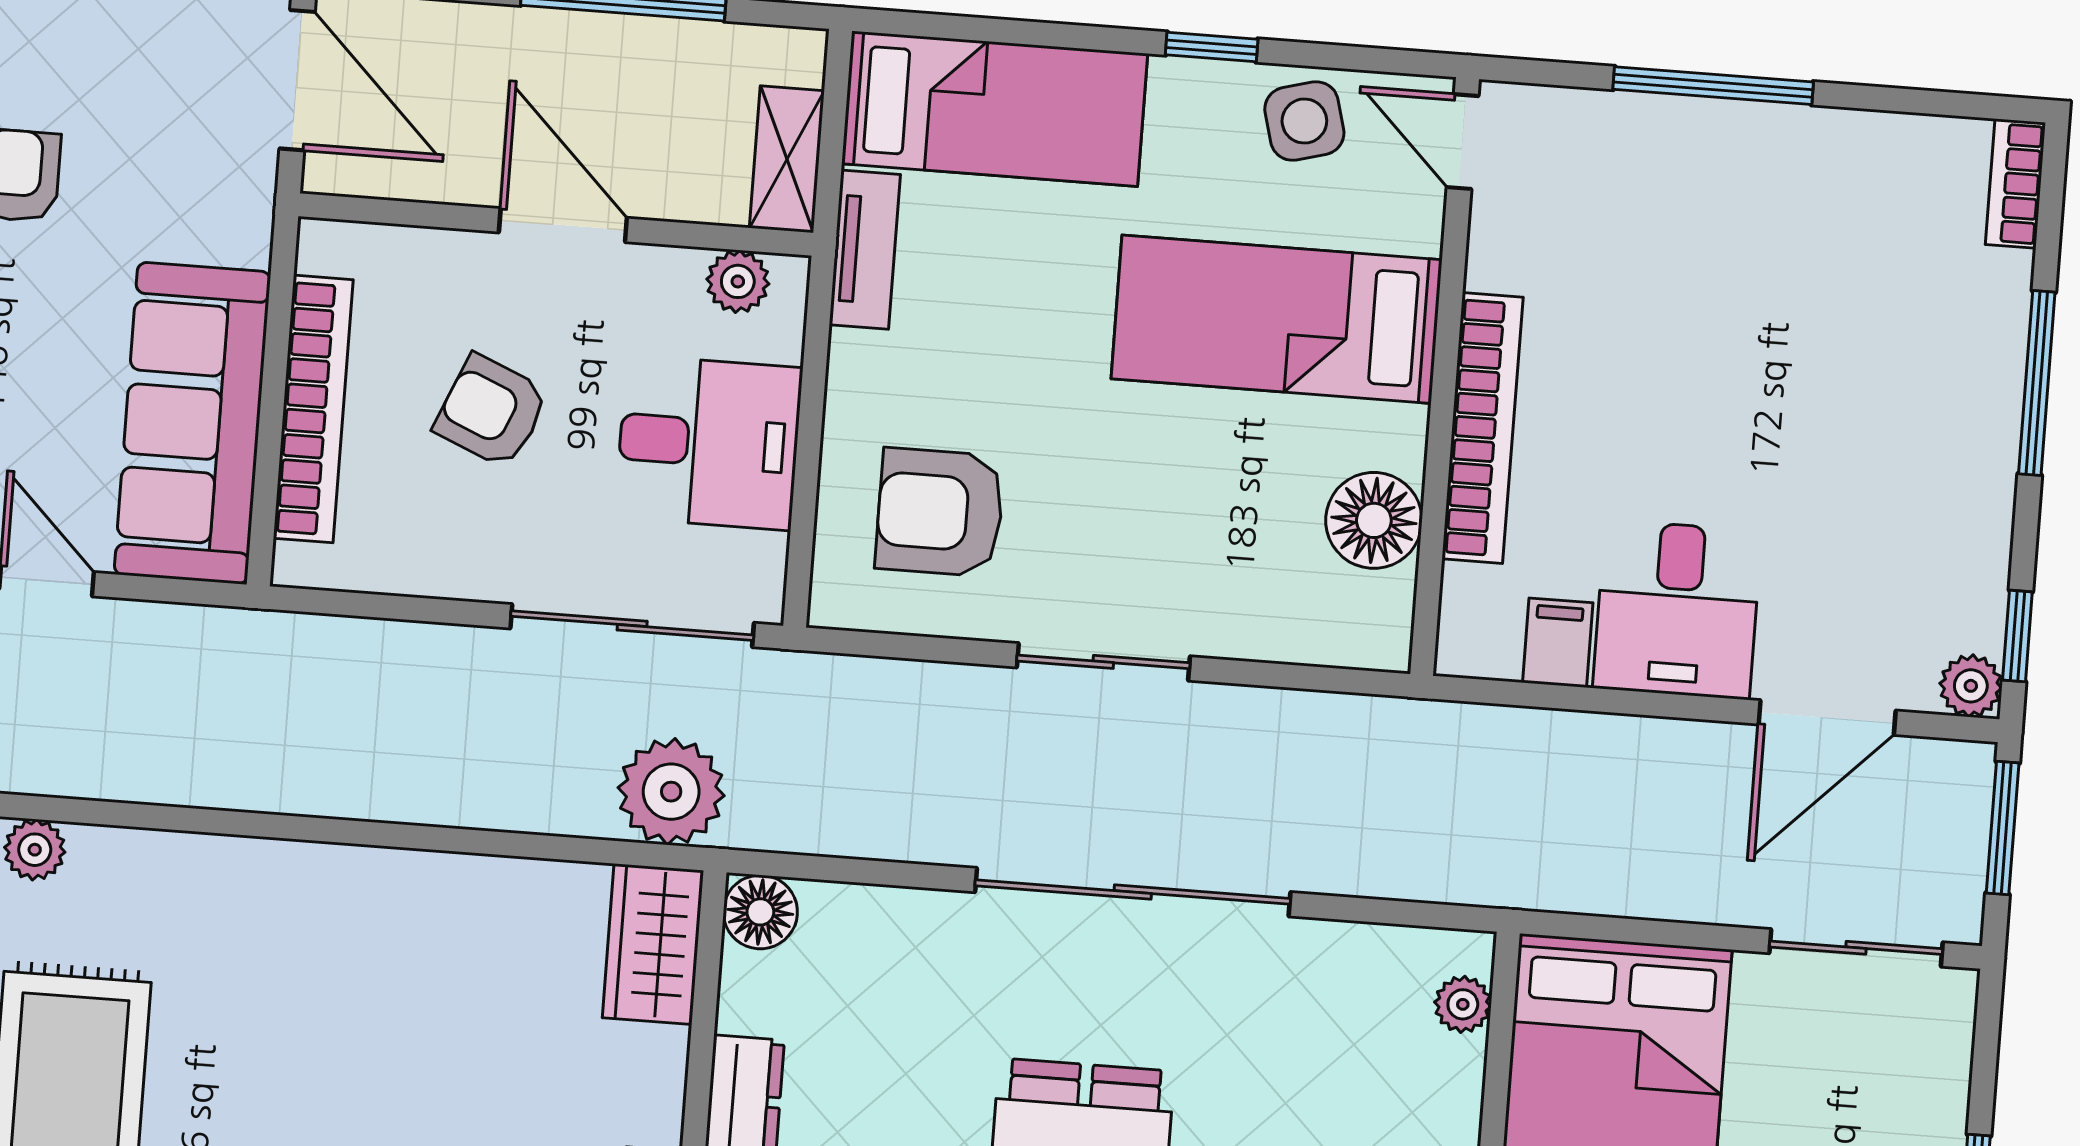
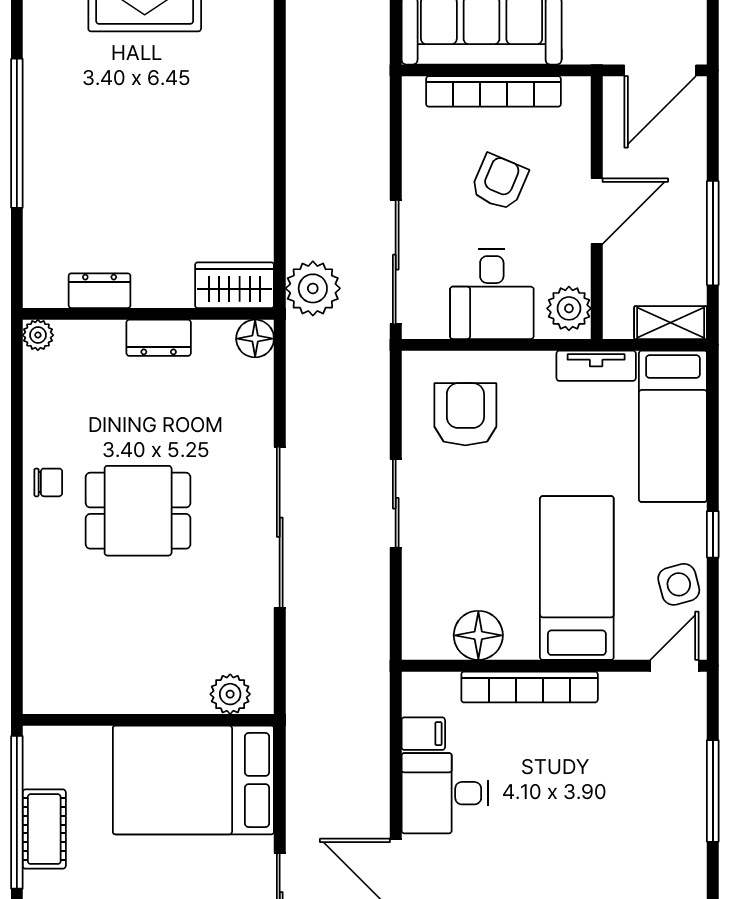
shelving: (787, 159) -> (671, 323), moved
plant: (738, 281) -> (569, 308), width x1.38, depth x1.38
plant: (1463, 1004) -> (230, 694), width x1.38, depth x1.38

